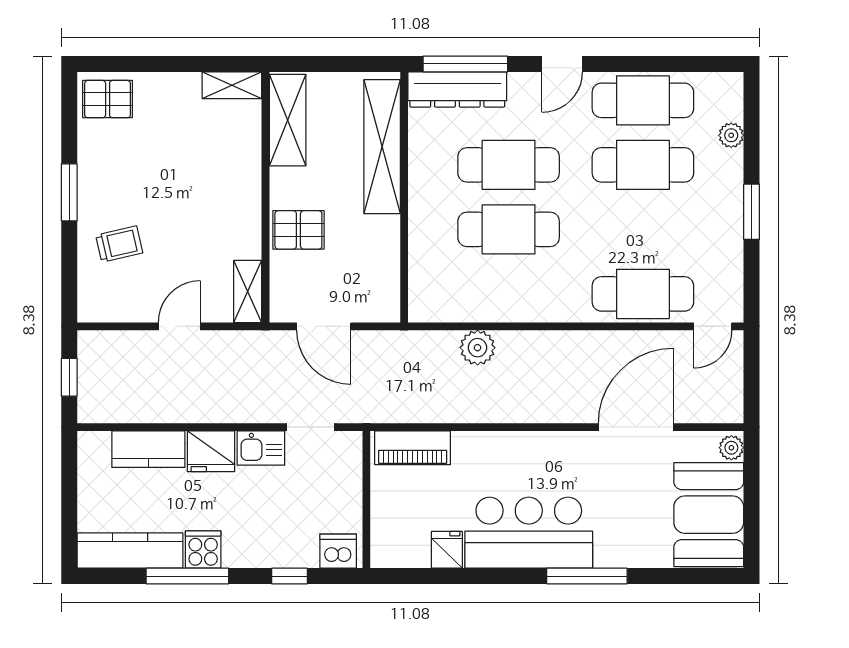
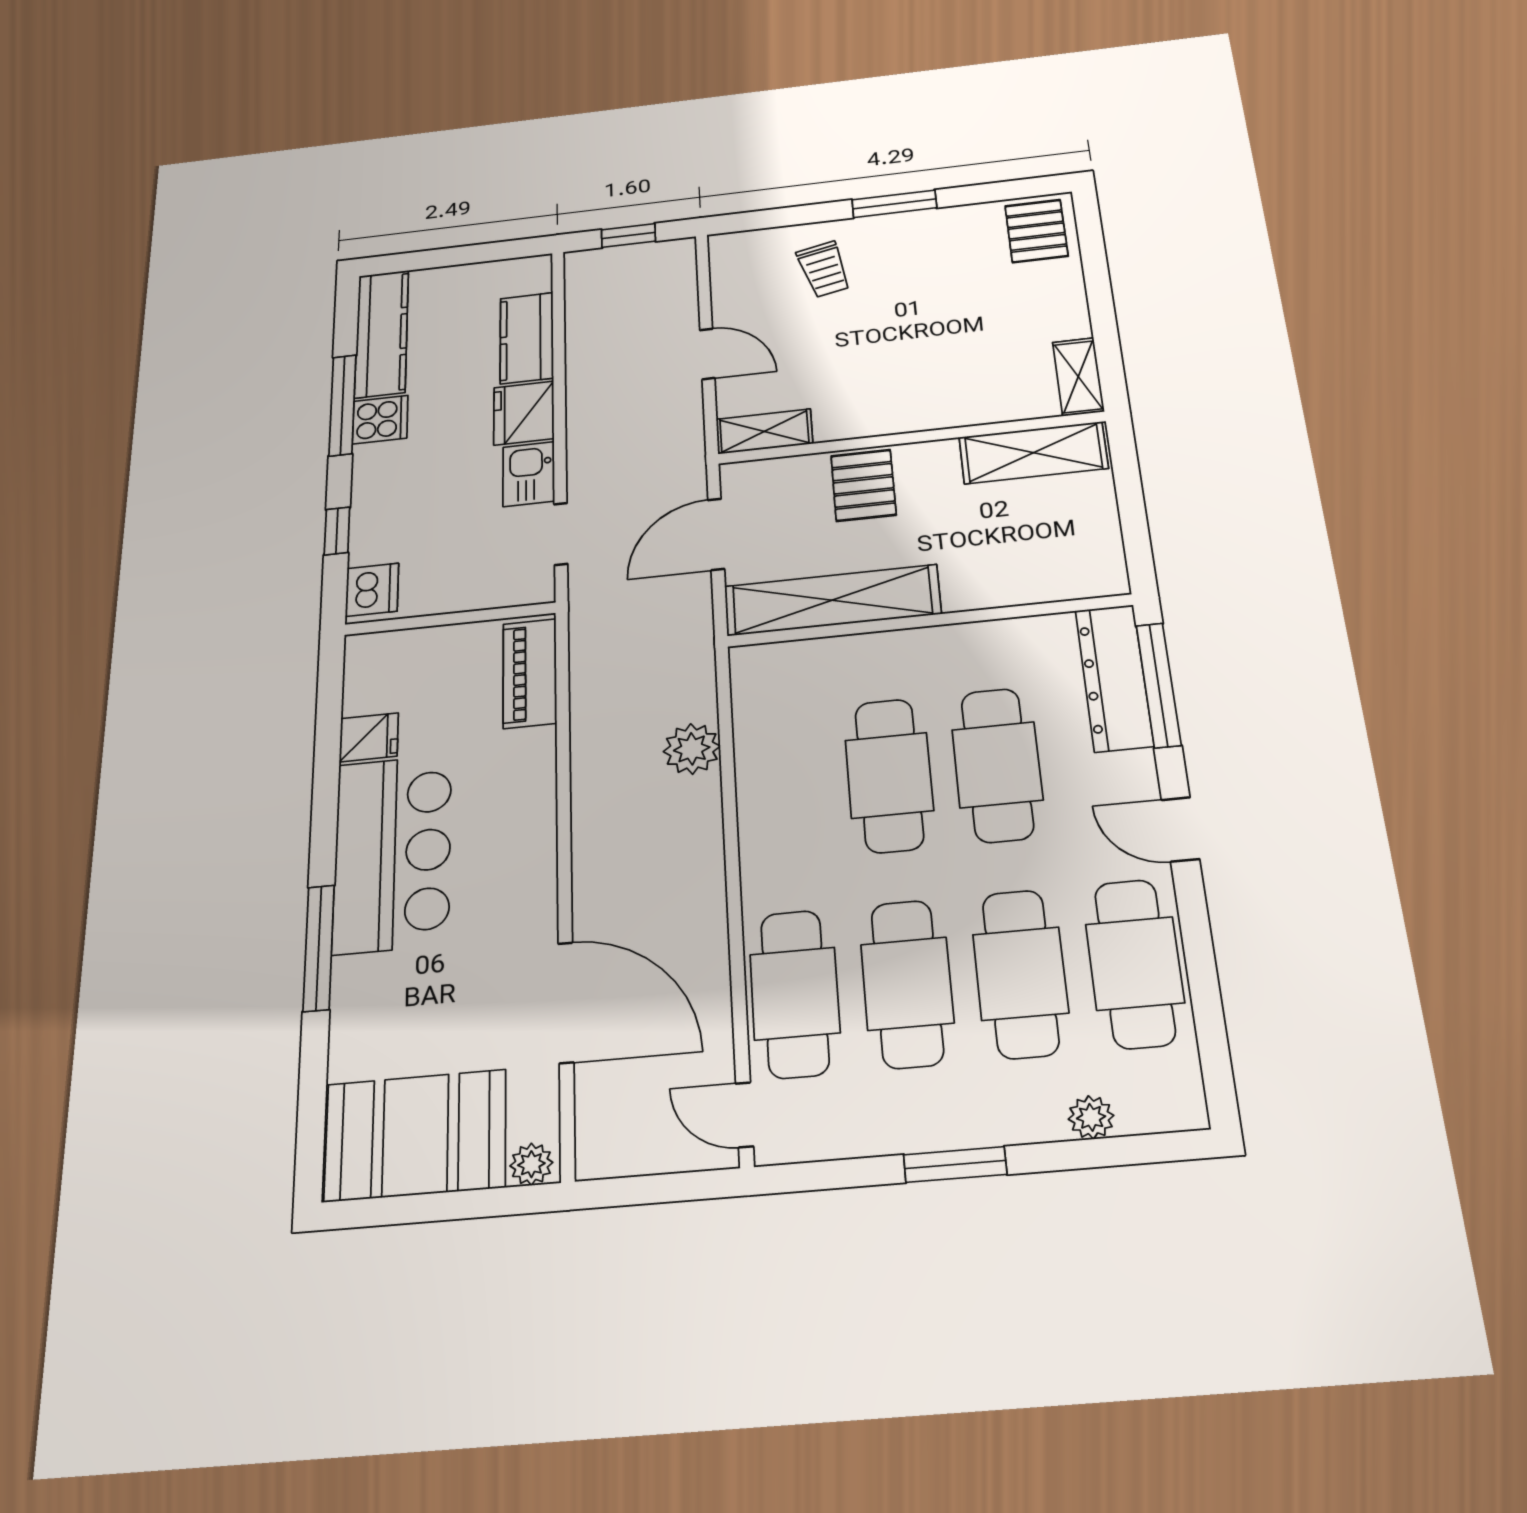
shelving: (382, 147) -> (832, 600), moved
cafe table: (643, 229) -> (907, 984), added

